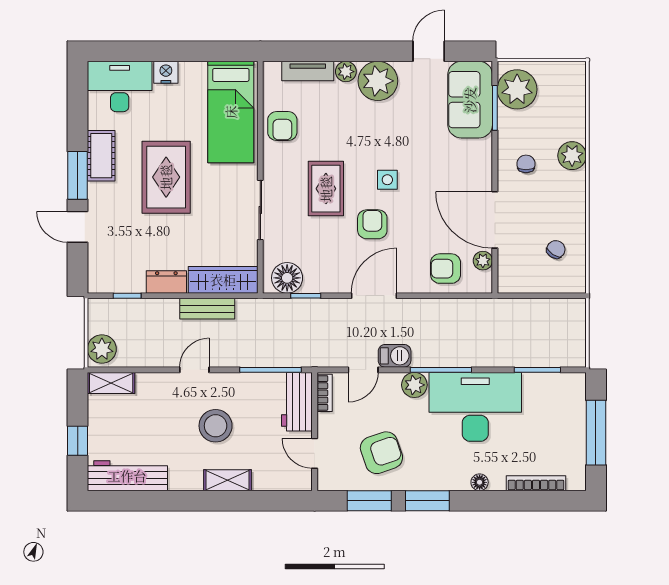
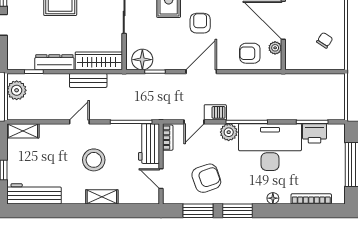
dresser: (166, 282) -> (54, 62), width x1.44
plant: (102, 349) -> (17, 90), moved
printer: (541, 387) -> (315, 133), added

